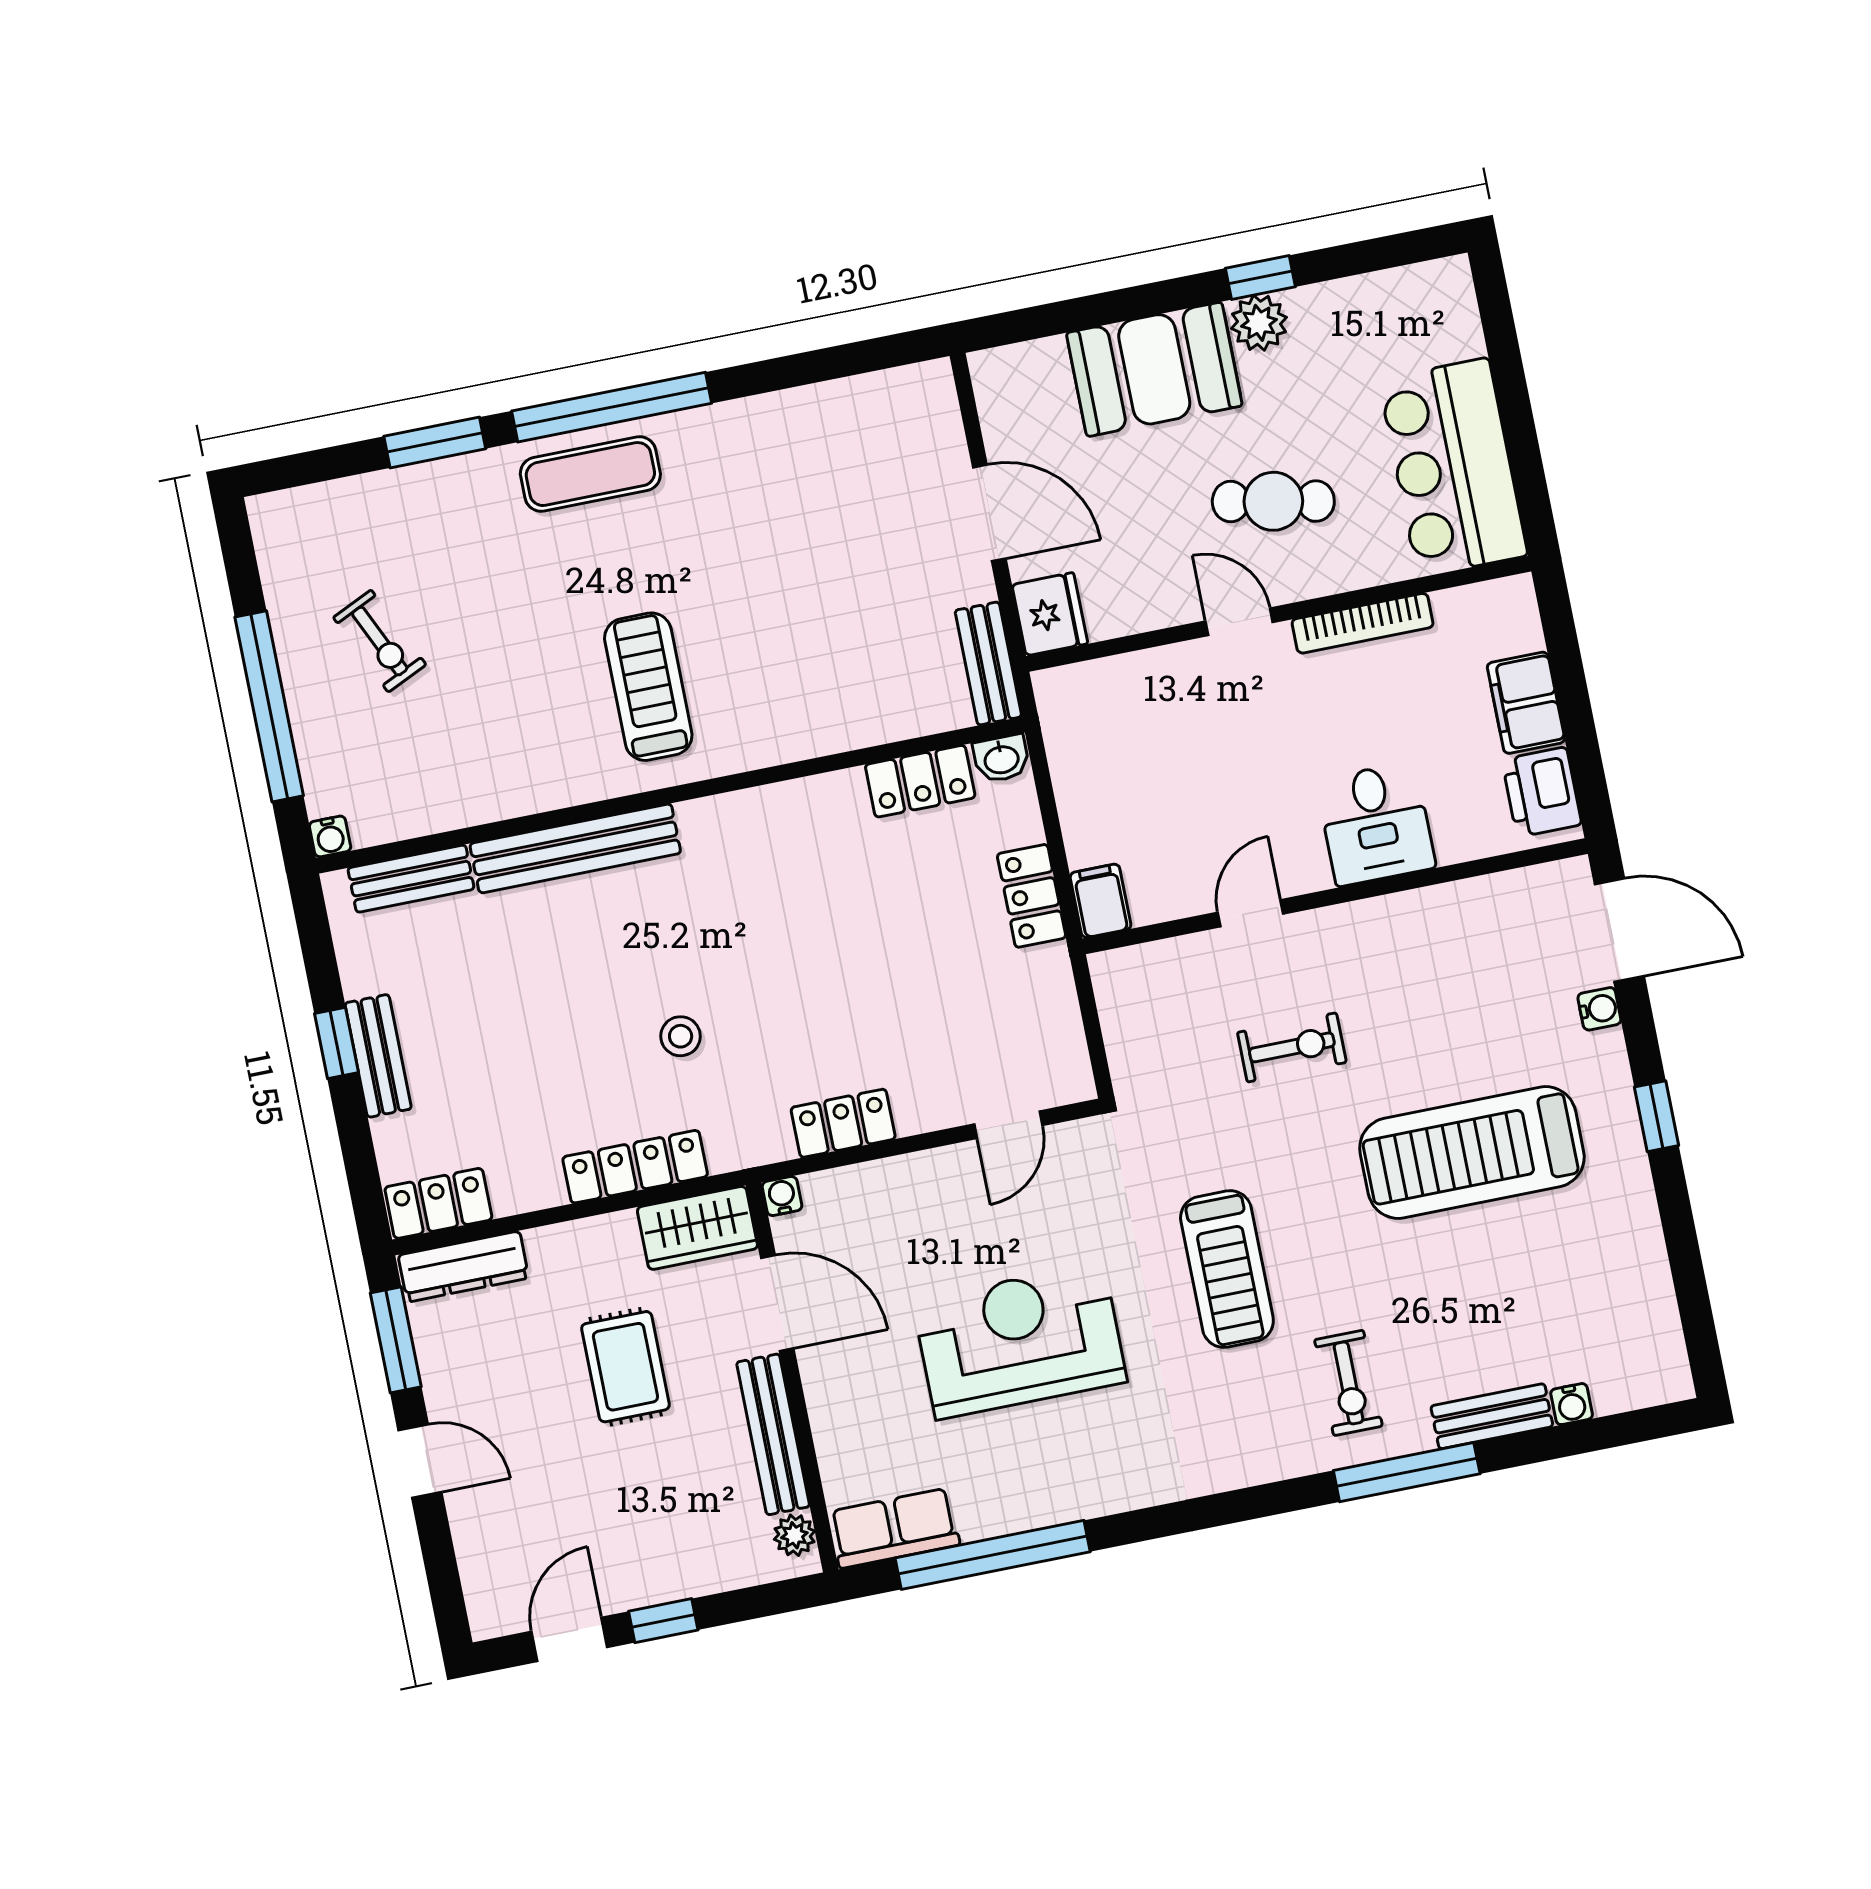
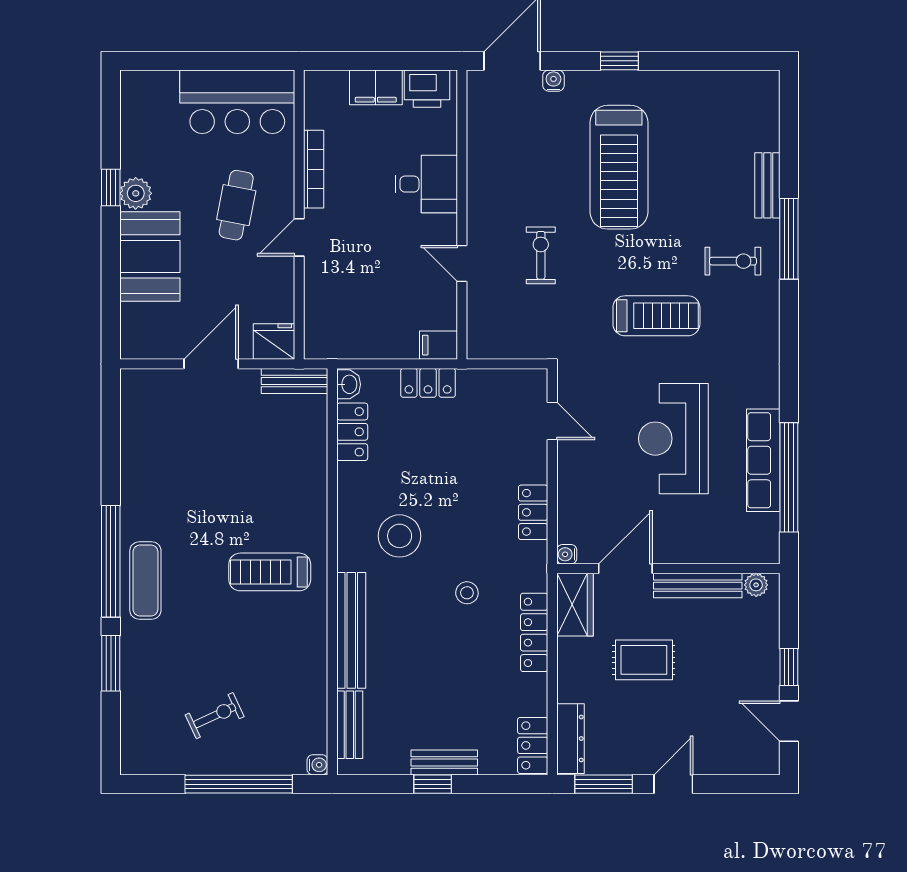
stool: (756, 900) -> (400, 536), added
water cooler: (1572, 1404) -> (769, 140), removed
row of seats: (894, 1528) -> (763, 460), moved, width x1.48

